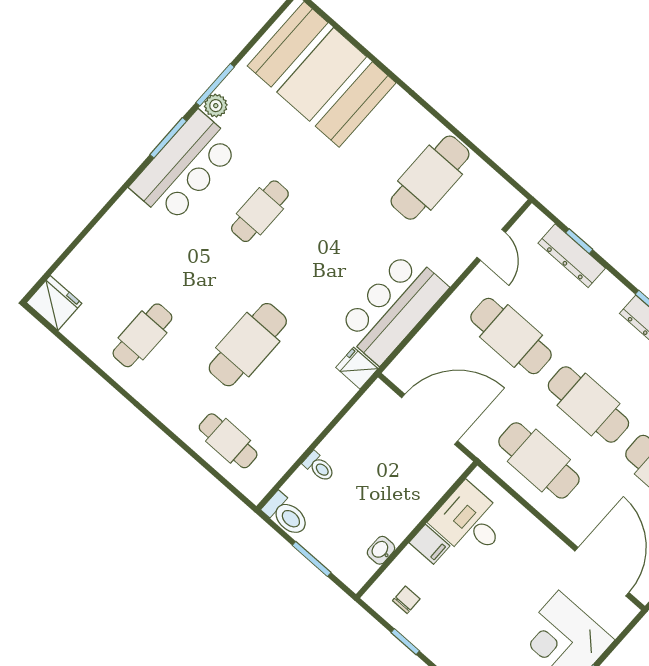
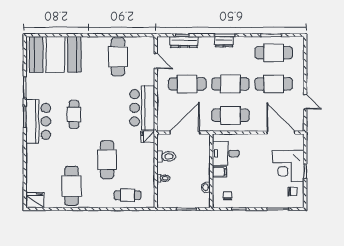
plant: (216, 106) -> (31, 94), removed
cafe table: (142, 335) -> (72, 186), width x1.37, depth x1.35
toilet: (286, 515) -> (166, 156), moved

